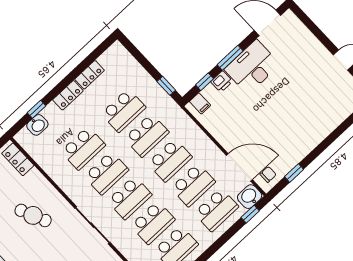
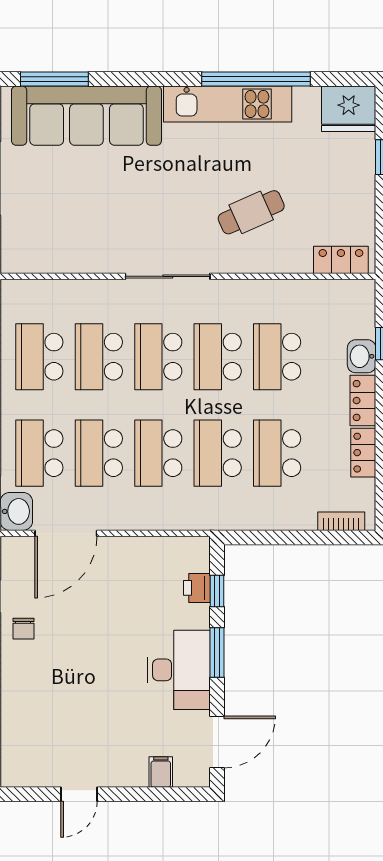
bookcase: (127, 57) -> (341, 521), added
printer: (222, 81) -> (197, 588), moved
window: (166, 86) -> (257, 537), removed
filing cabinet: (200, 103) -> (161, 772), moved, turned 90
washbasin: (37, 125) -> (362, 356), moved
chair: (268, 174) -> (23, 629), moved

